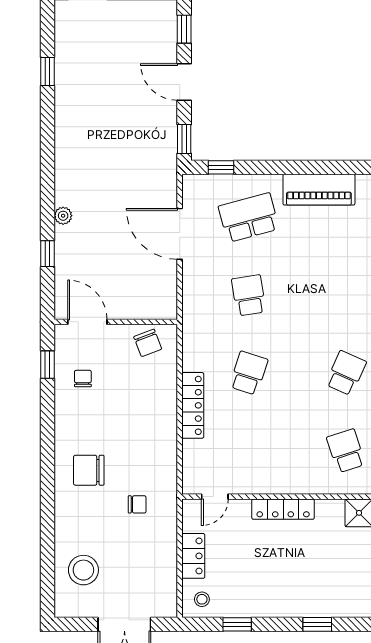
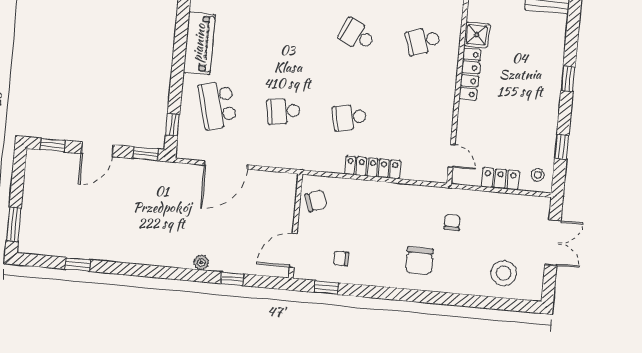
school desk: (249, 373) -> (349, 117), turned -30
locker: (283, 509) -> (470, 74), moved

